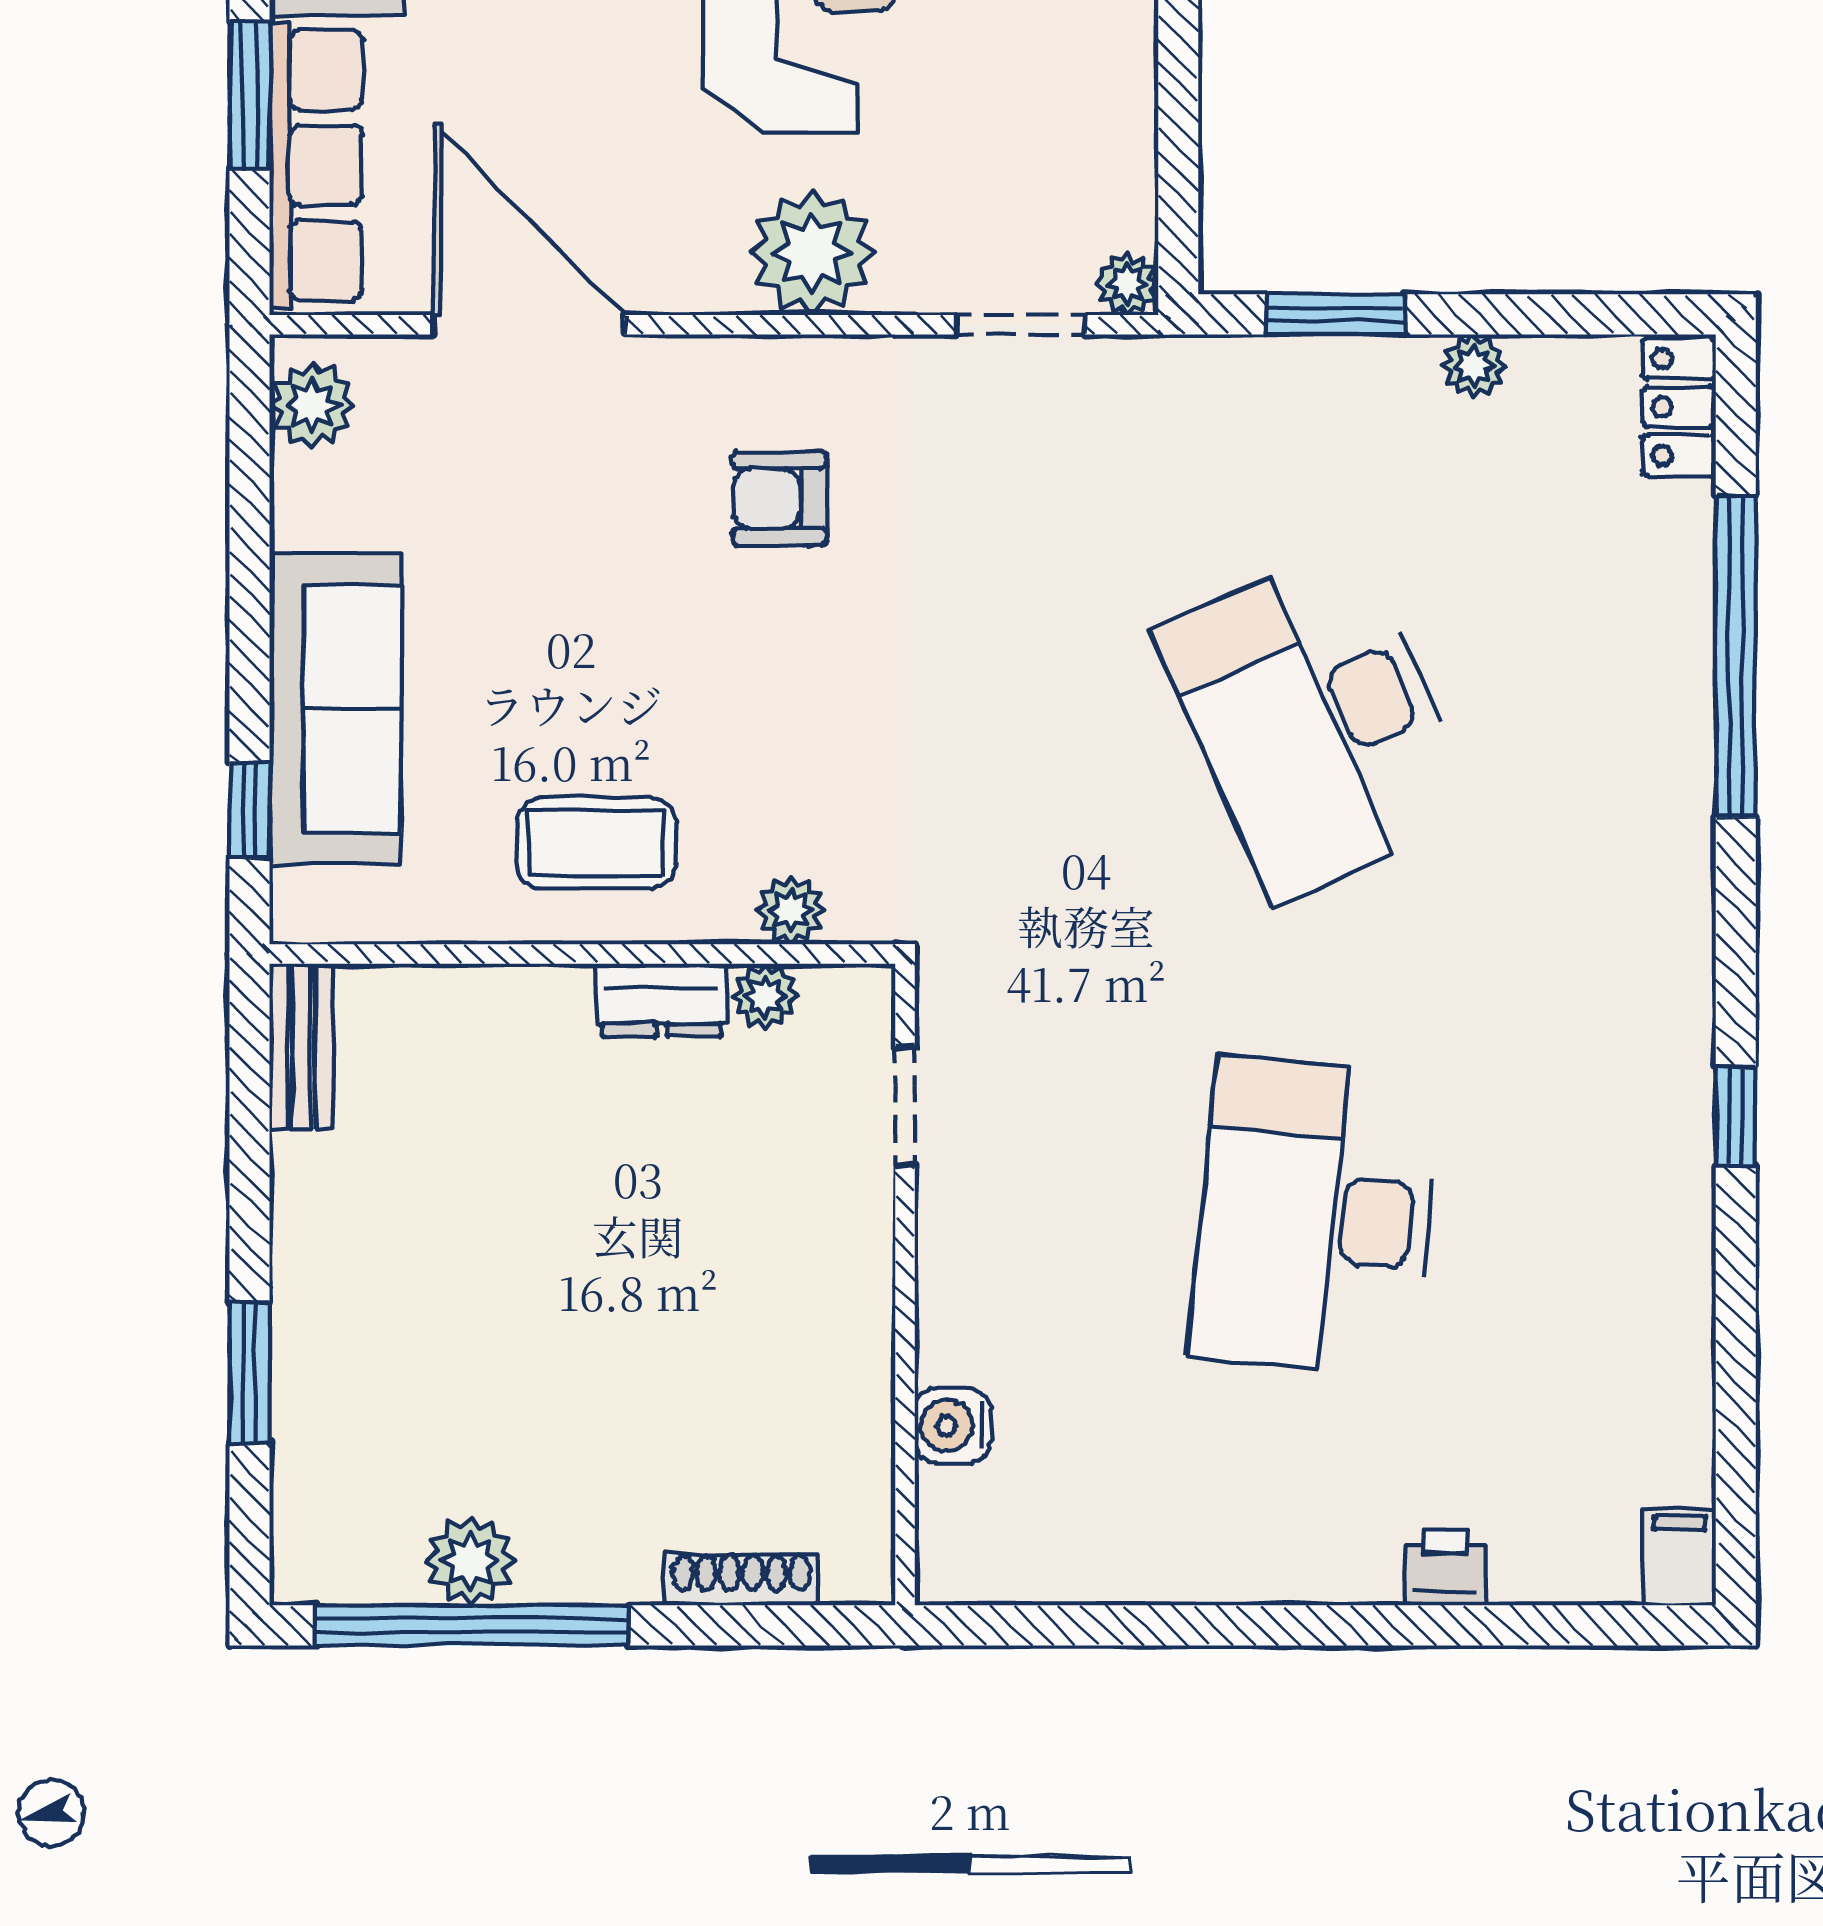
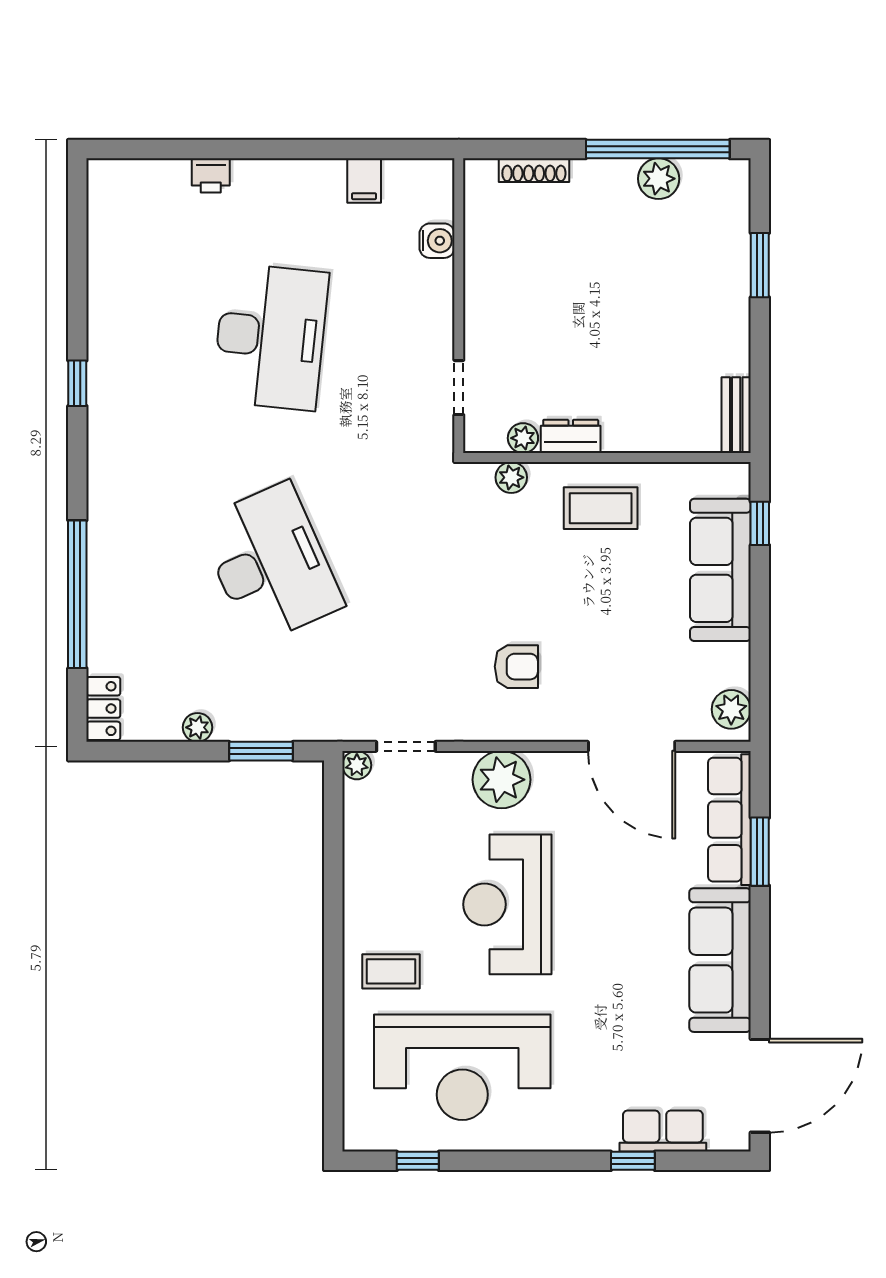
filing cabinet: (1679, 1557) -> (364, 181), moved

